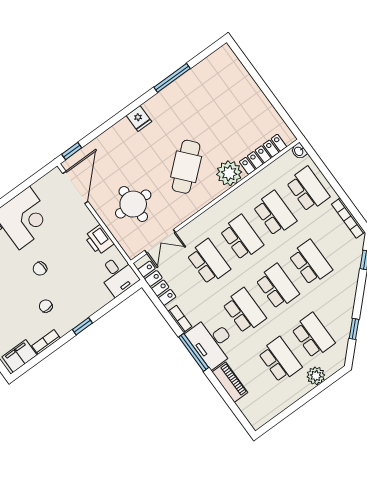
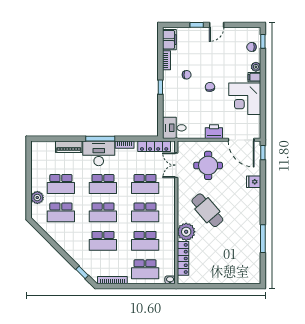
fridge: (139, 119) -> (254, 182), moved
printer: (99, 240) -> (214, 132), moved
window: (354, 329) -> (48, 238), removed

